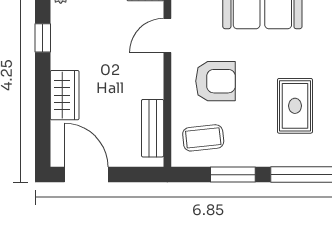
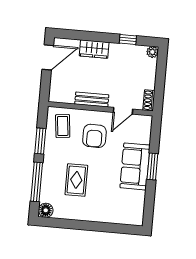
door: (167, 35) -> (123, 111), swing flipped
rug: (295, 106) -> (76, 180), turned 90
bench: (153, 128) -> (92, 99), moved

